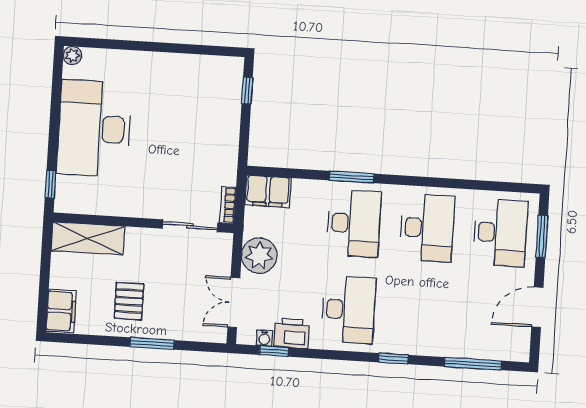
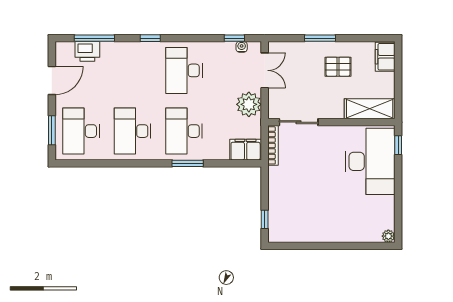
desk: (94, 129) -> (370, 161), moved
bookcase: (228, 205) -> (273, 145), width x1.56
pallet: (129, 301) -> (338, 67), turned 90
printer: (292, 333) -> (87, 51), moved

